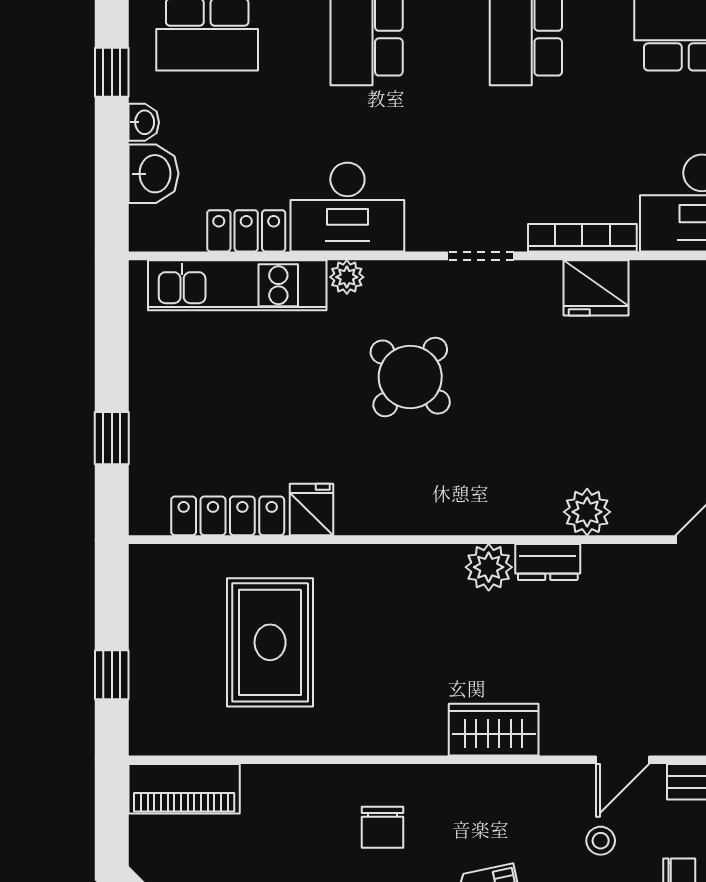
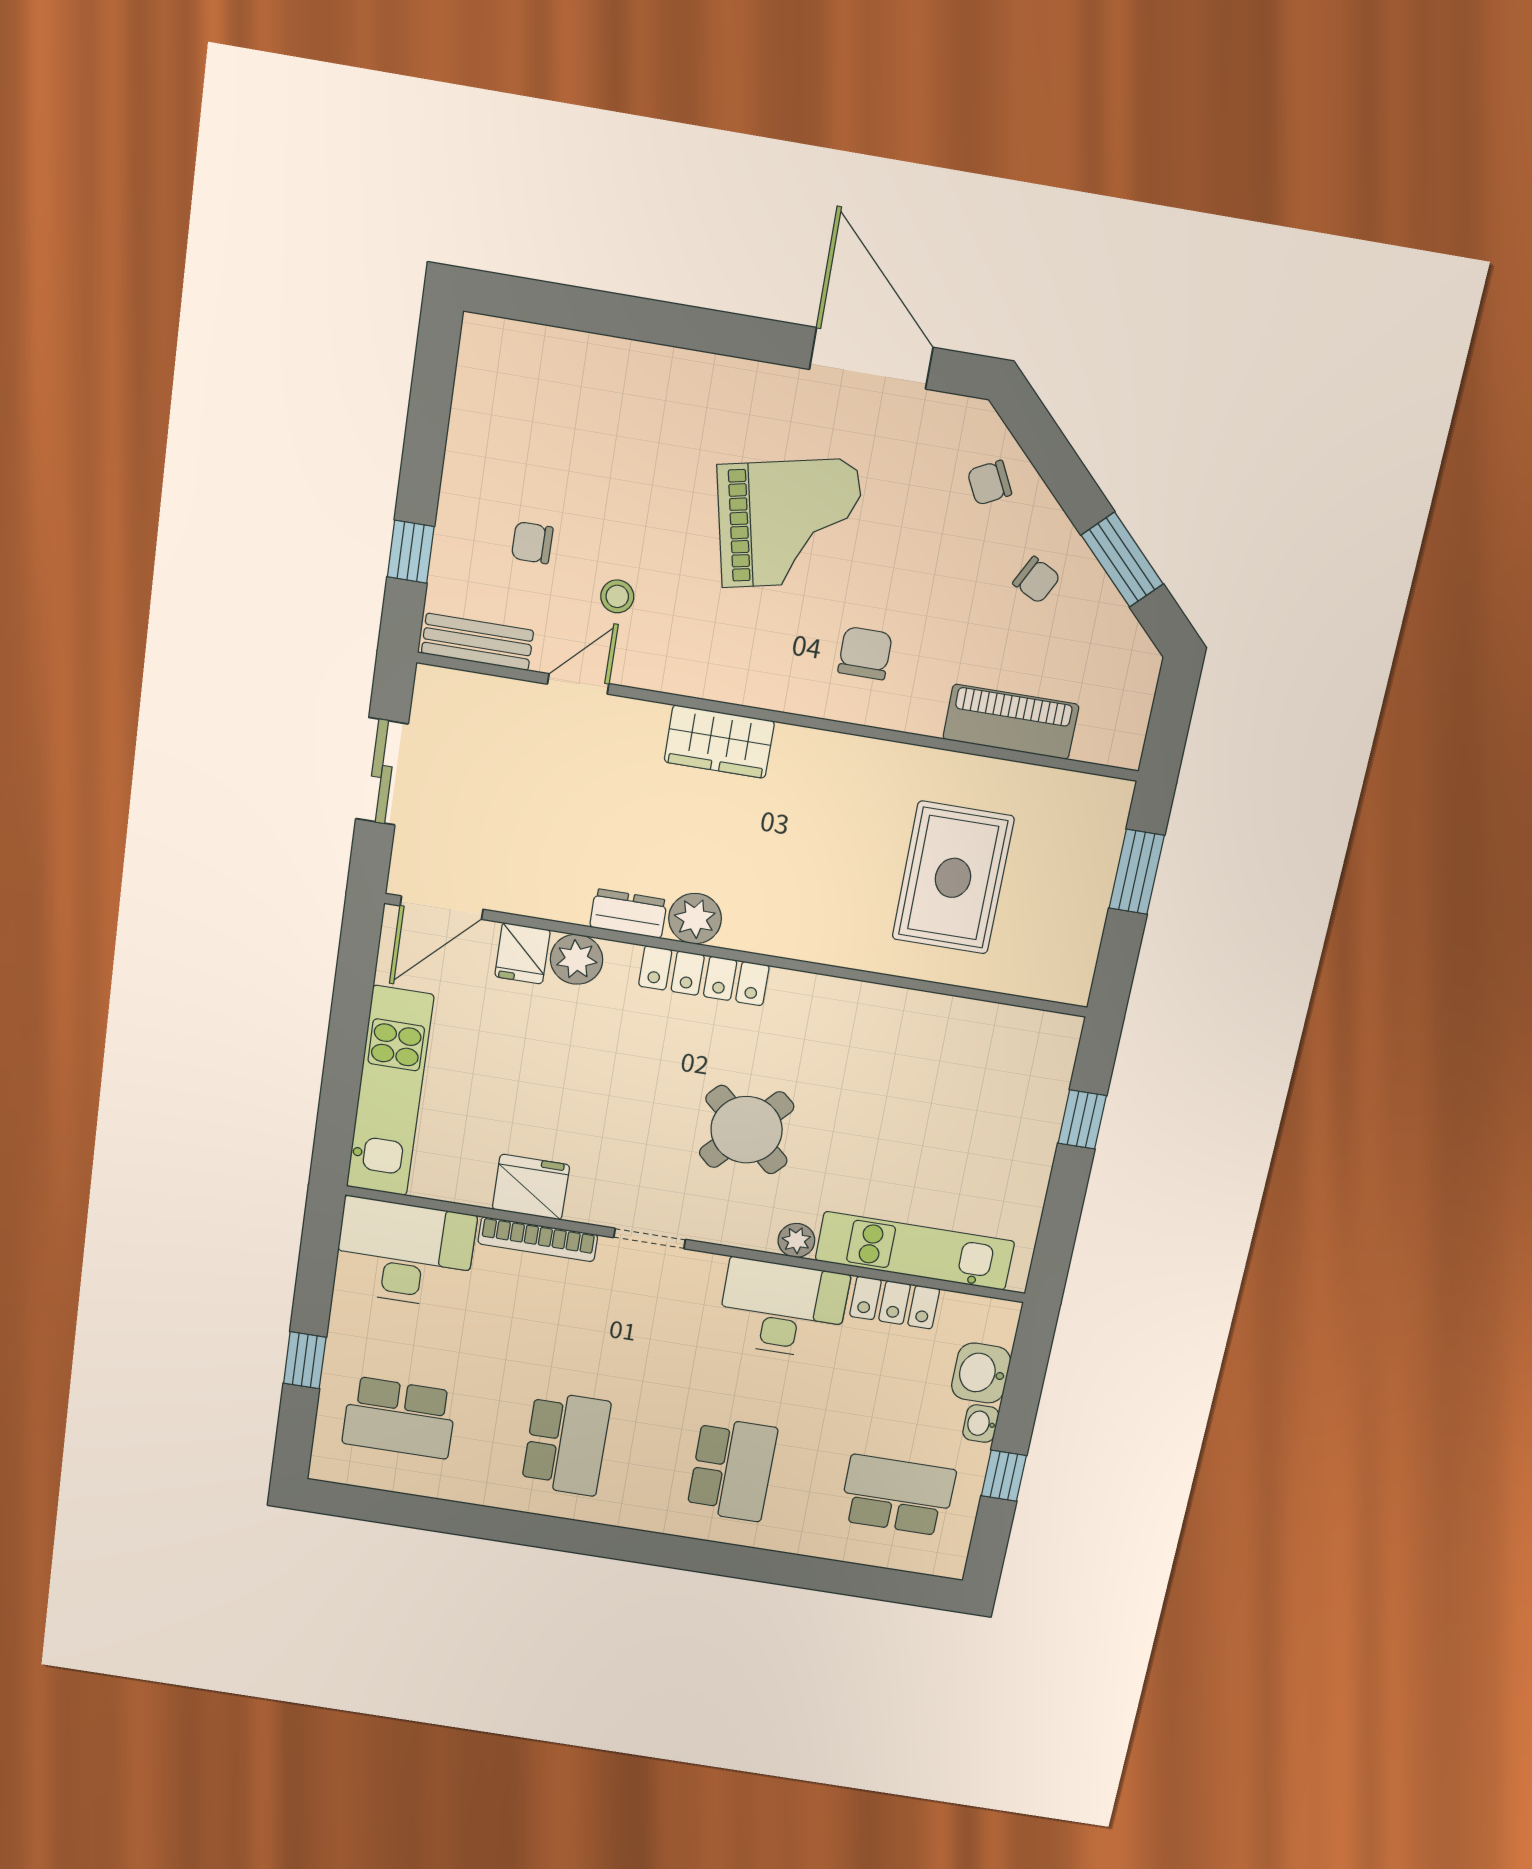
fridge: (311, 509) -> (522, 953), moved
locker: (228, 516) -> (704, 976), moved
window: (112, 675) -> (1137, 872), width x1.50
piano: (184, 789) -> (1011, 722), moved

